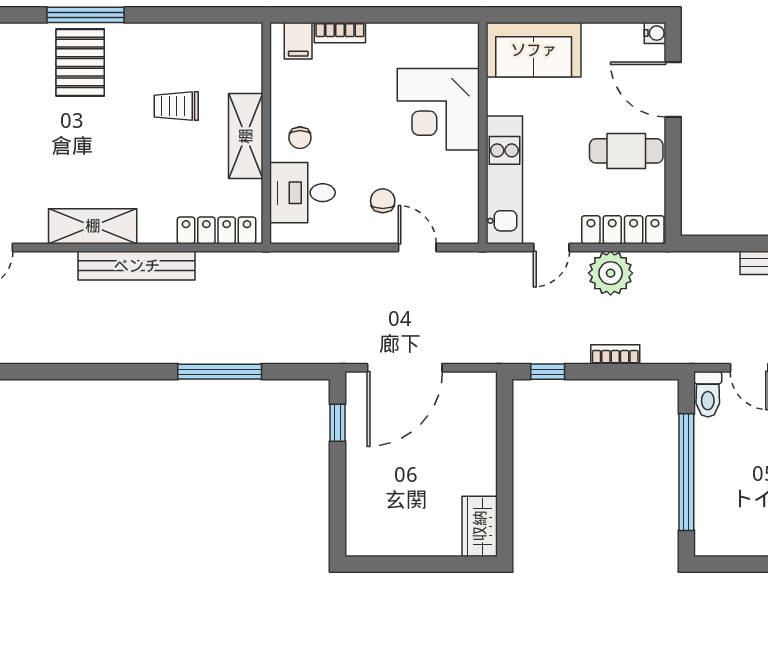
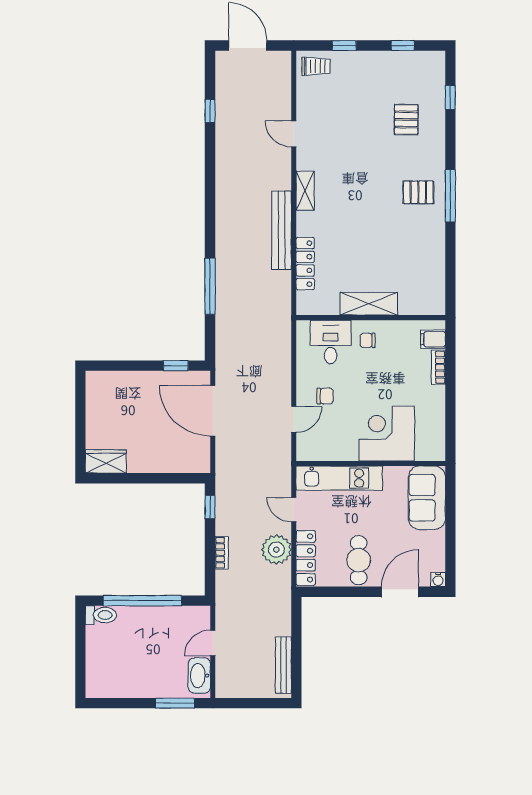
pallet: (80, 62) -> (418, 192), width x0.67, depth x0.71
trolley: (176, 106) -> (389, 257), removed
shelving: (93, 226) -> (305, 191), width x0.67, depth x0.75
locker: (216, 230) -> (305, 264), moved
toilet: (708, 394) -> (101, 615), moved, turned 180

